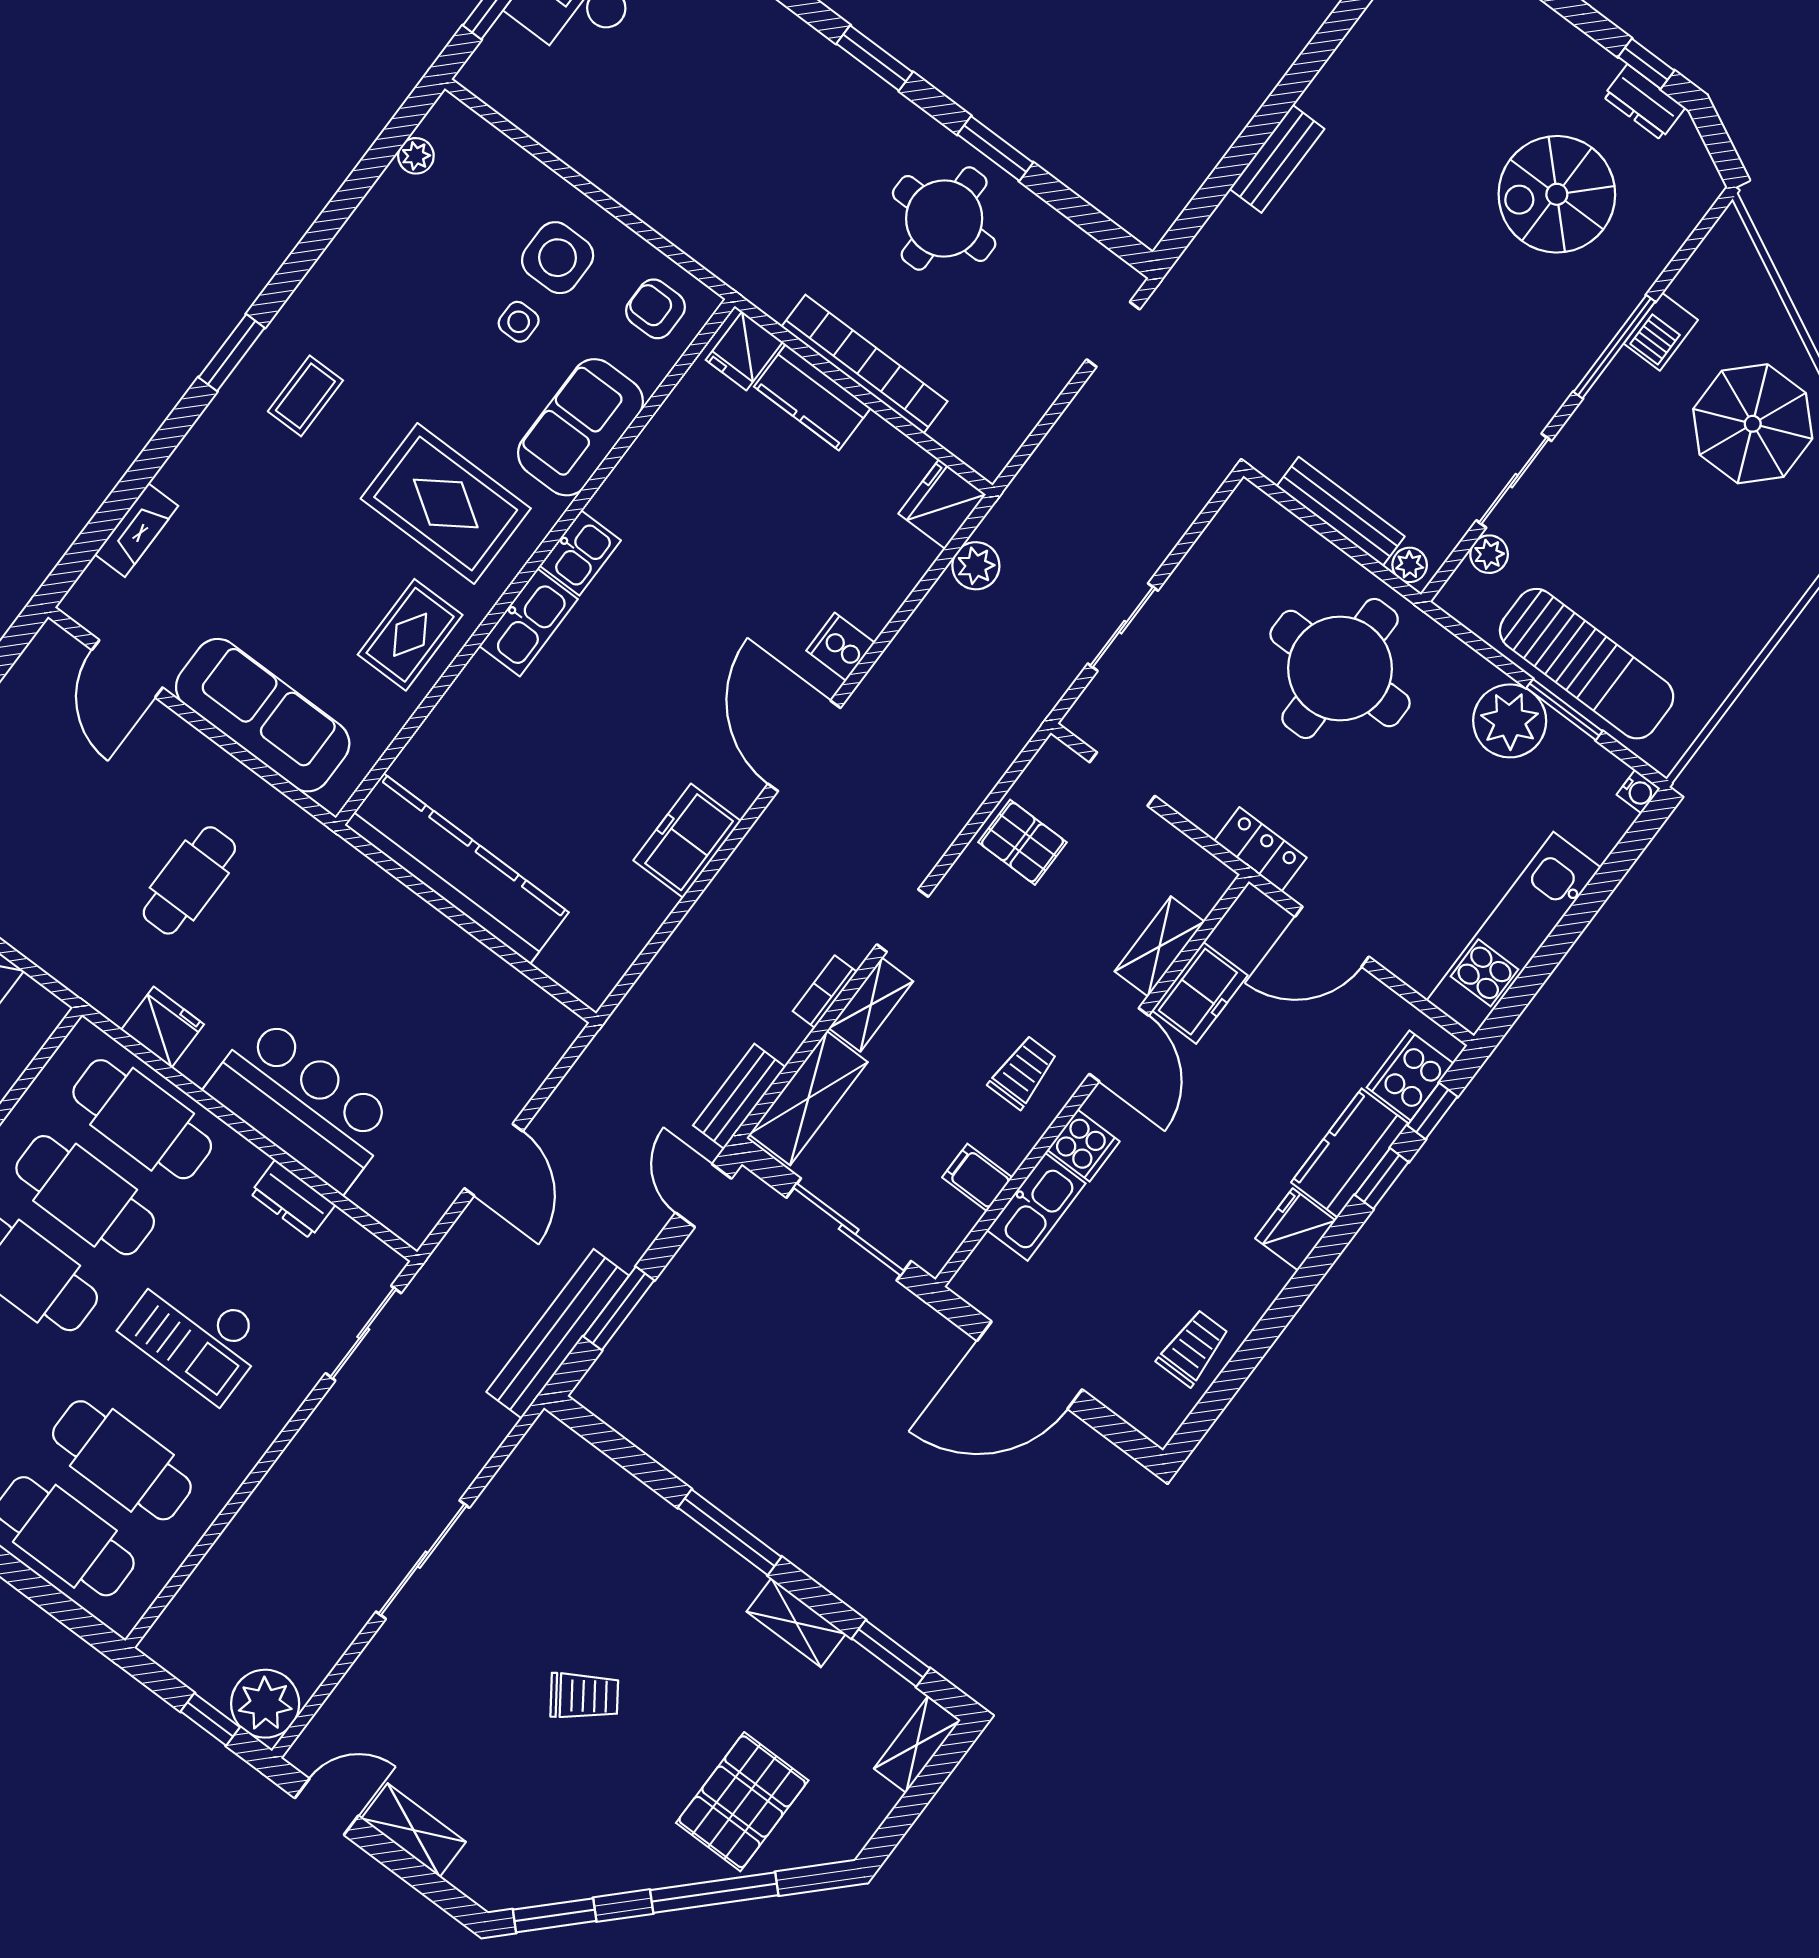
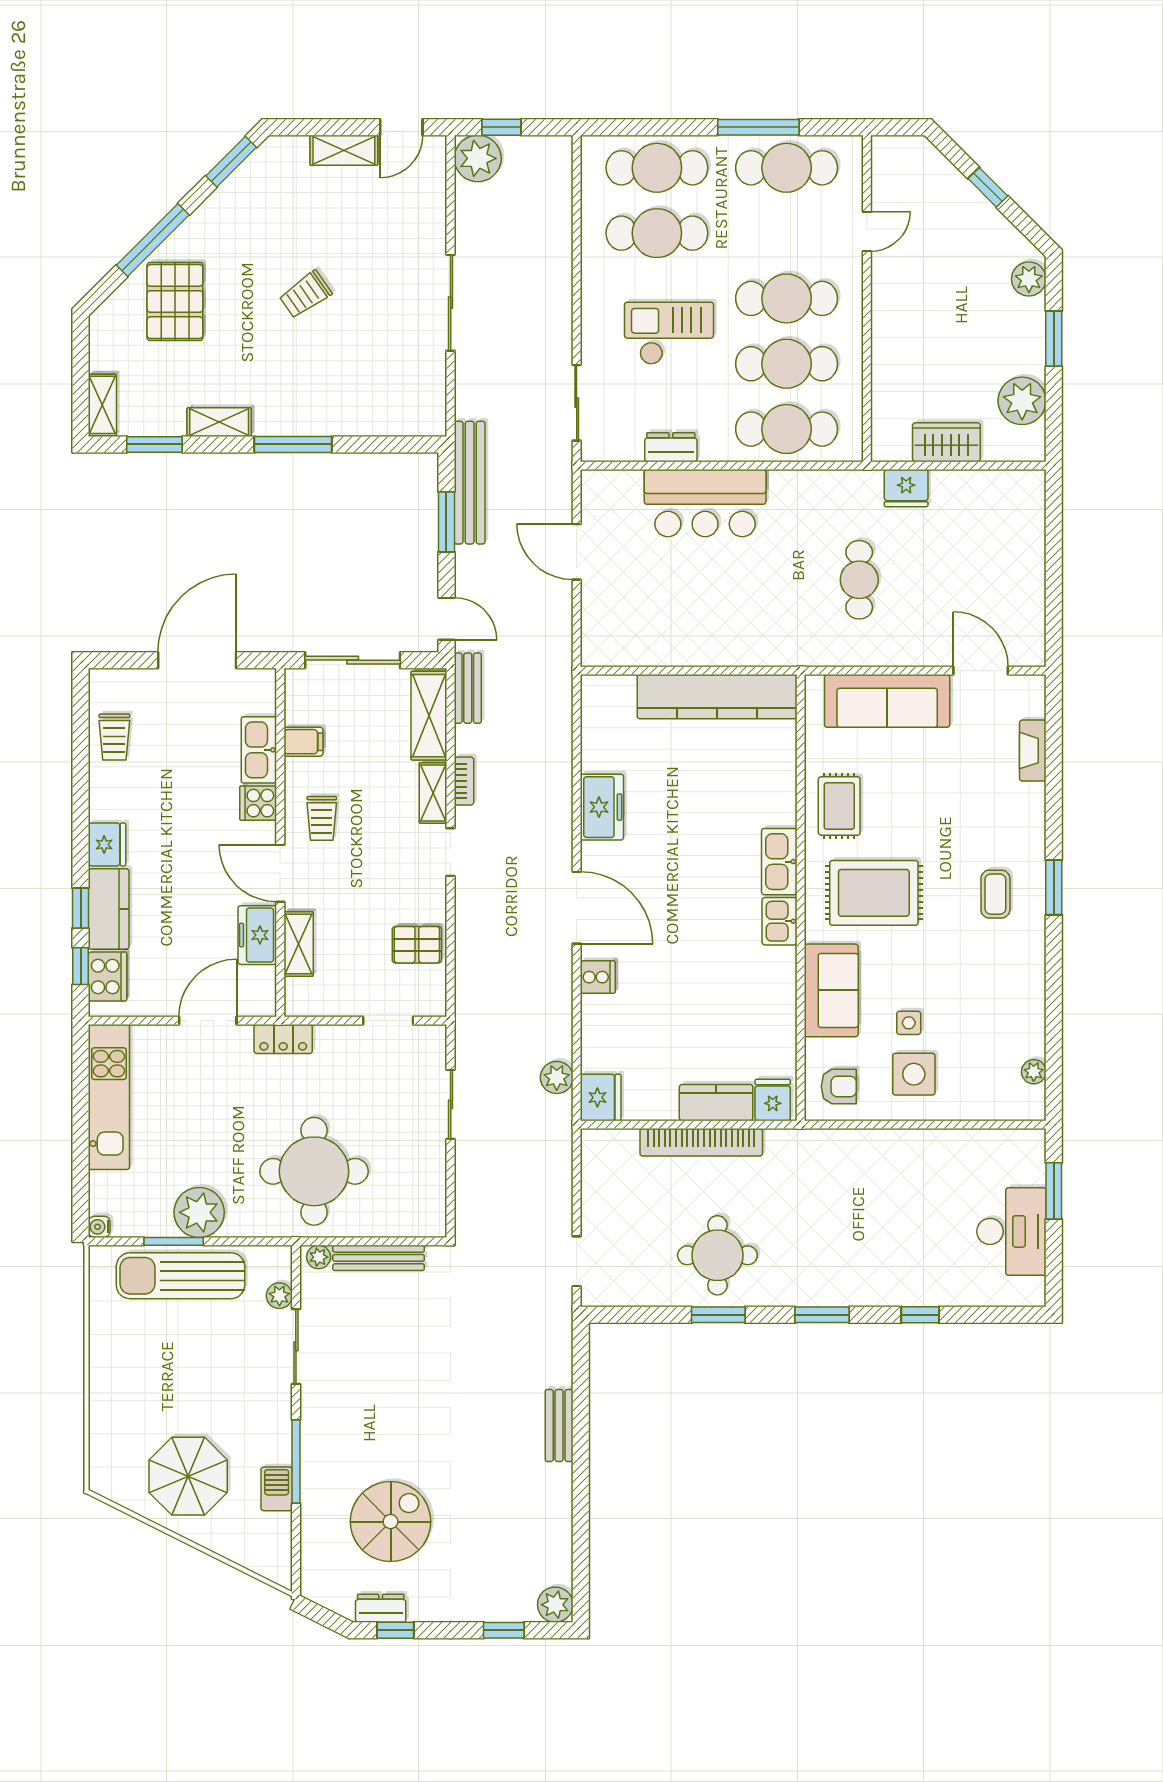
fridge: (163, 1027) -> (906, 488), moved

